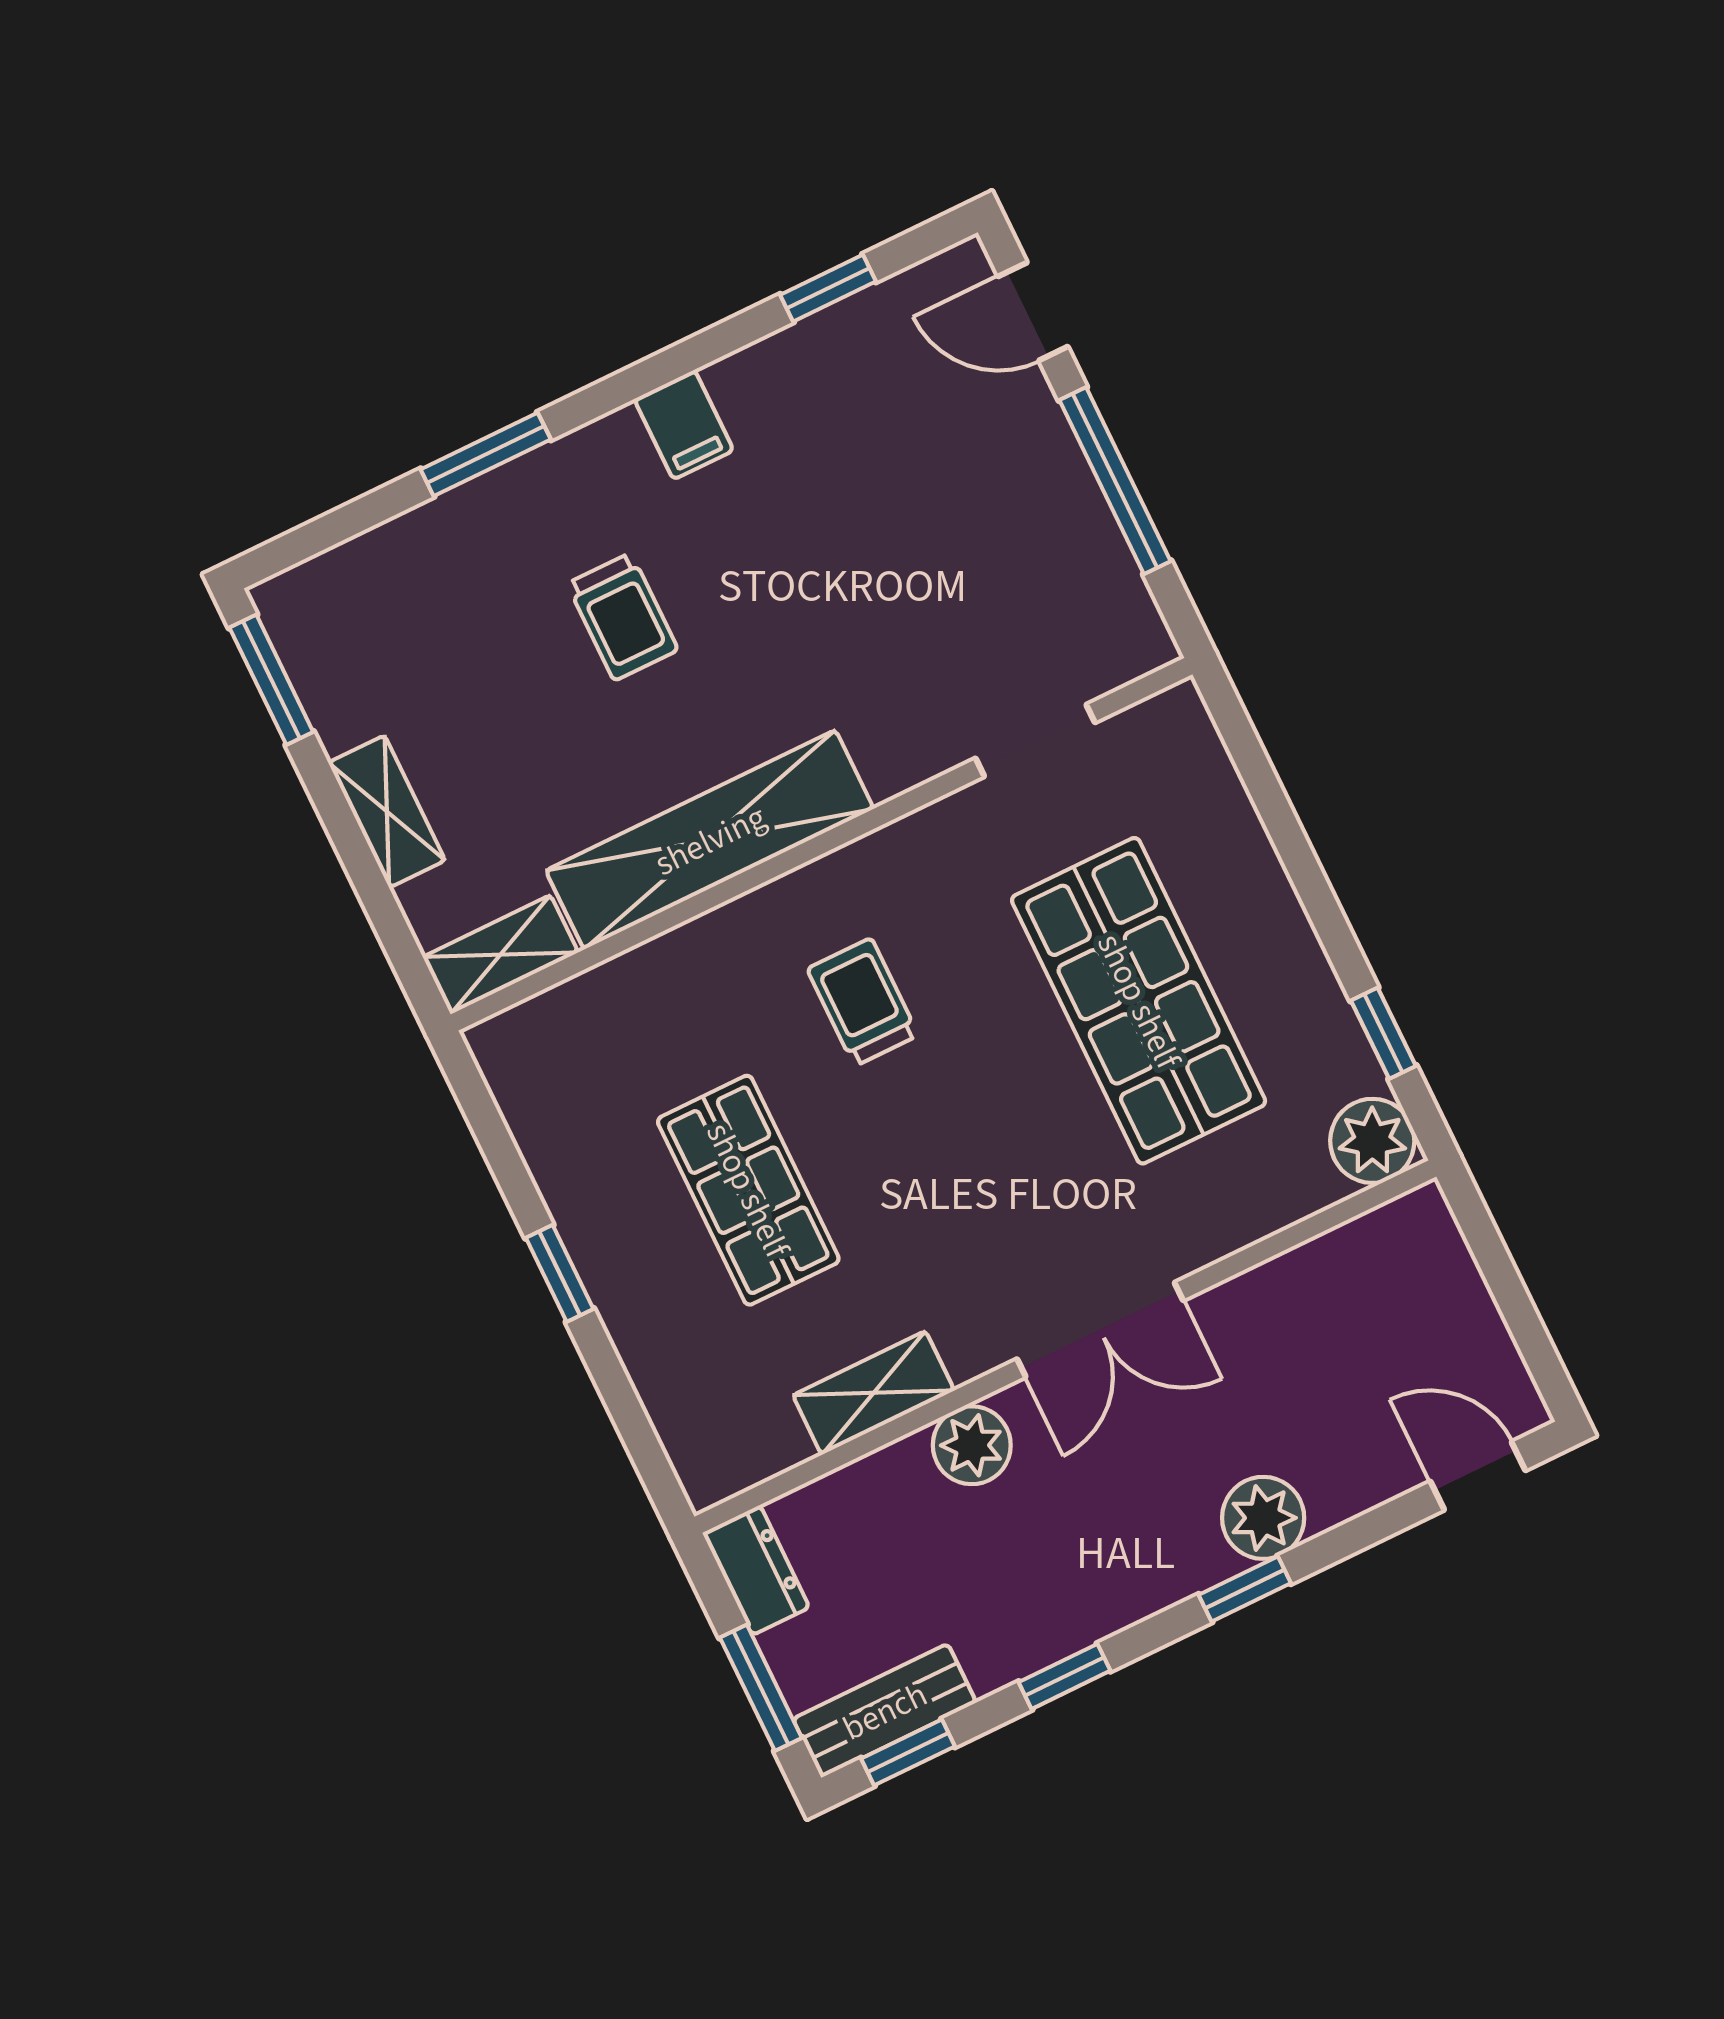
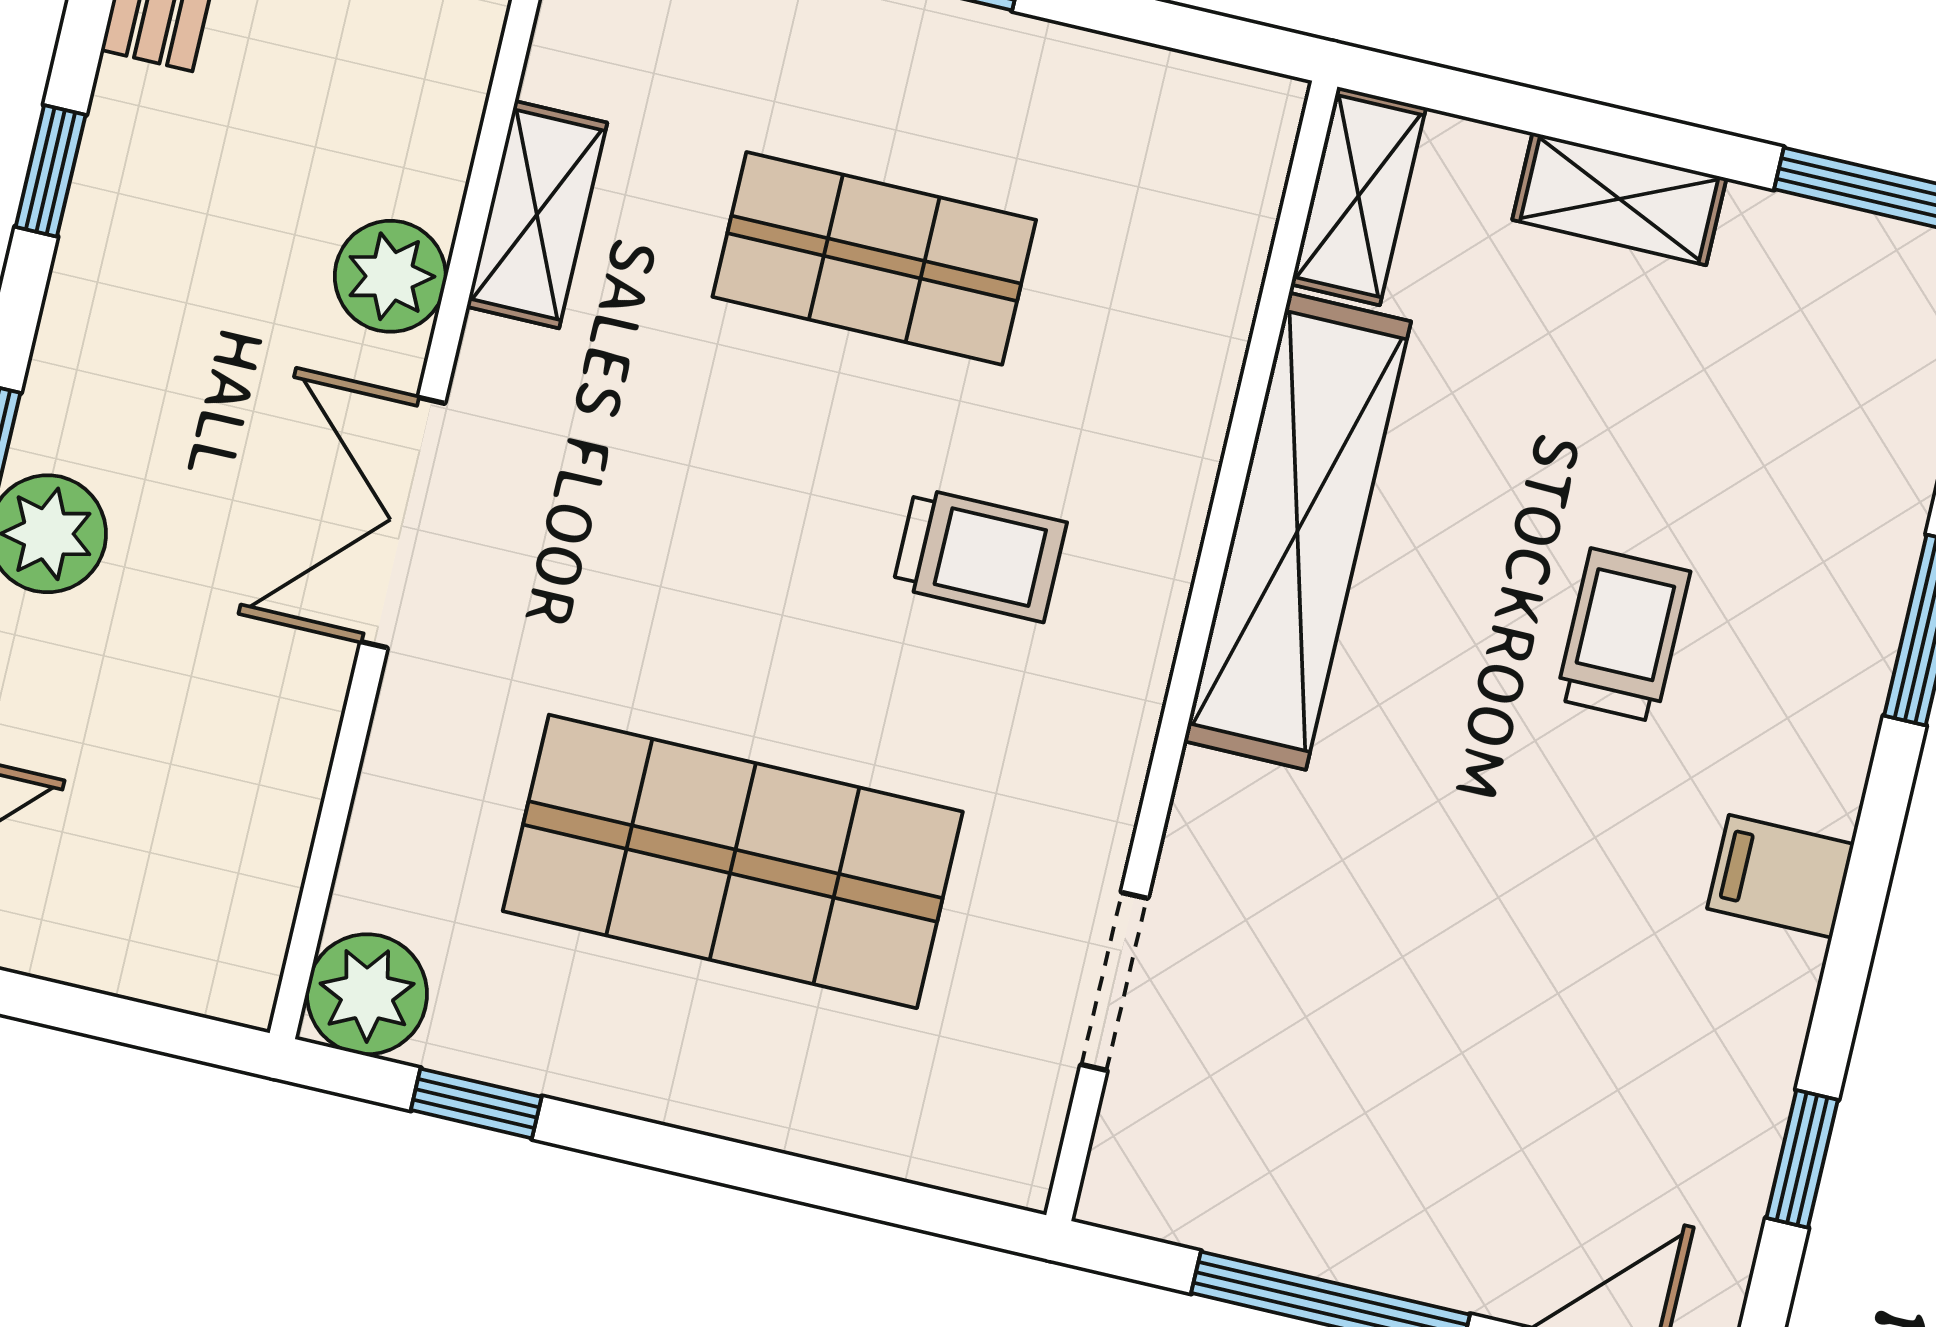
trolley: (622, 617) -> (1623, 635), turned 90

